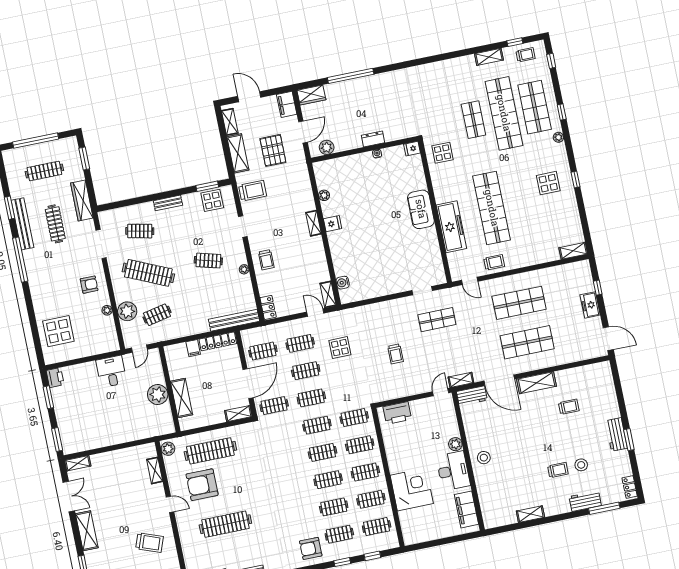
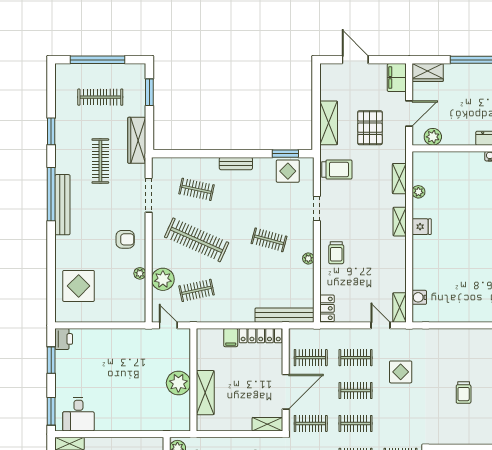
shelving: (230, 122) -> (399, 179), moved
bench: (22, 224) -> (62, 205), moved
door: (139, 349) -> (168, 325), swing flipped
desk: (111, 371) -> (78, 414), moved, turned 180

